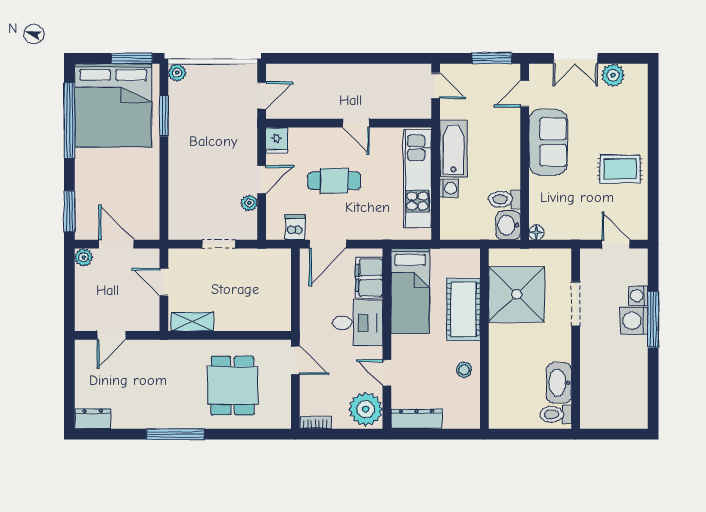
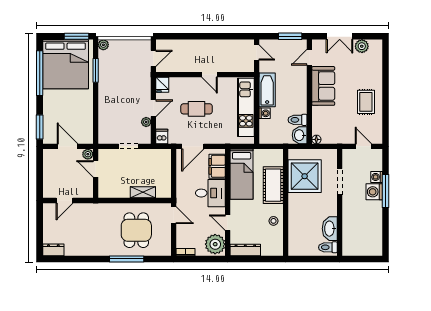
rug: (620, 169) -> (366, 102), turned 90
dishwasher: (295, 227) -> (162, 136), moved
plant: (84, 257) -> (88, 154), moved
shelving: (192, 322) -> (143, 192), moved
window: (175, 434) -> (127, 259), moved

